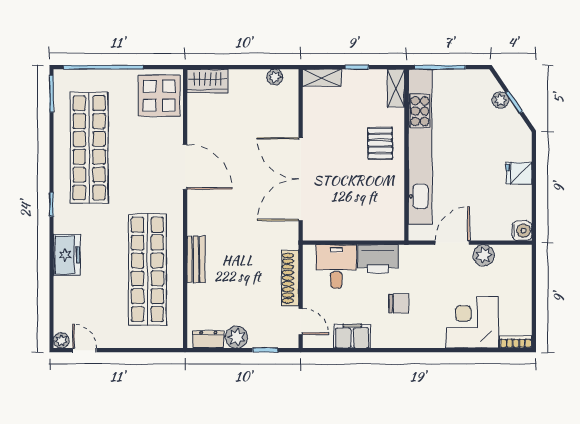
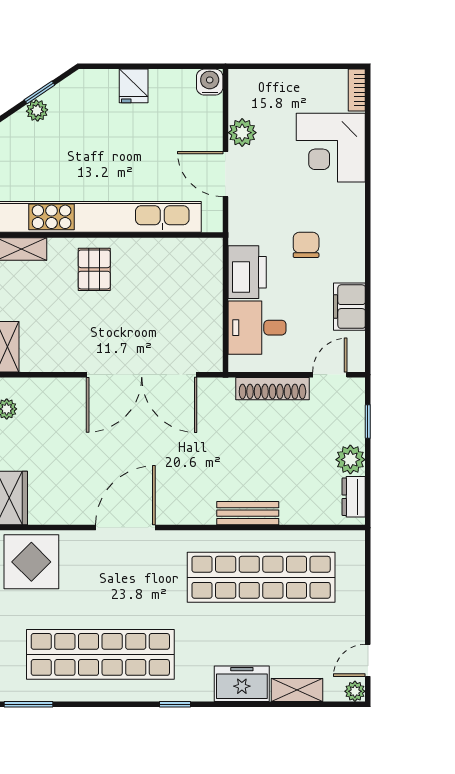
pallet: (380, 143) -> (94, 269), turned 90
shelving: (62, 297) -> (297, 690), added

